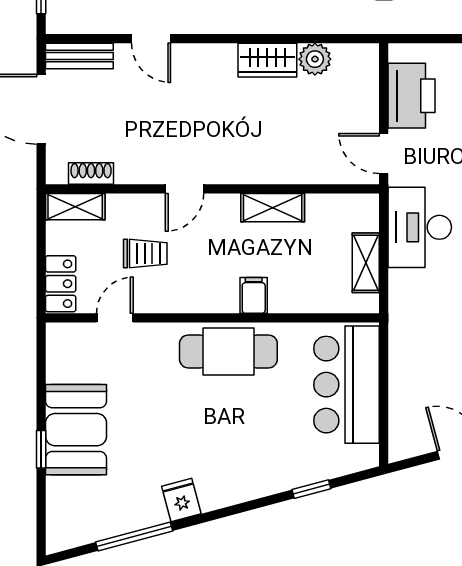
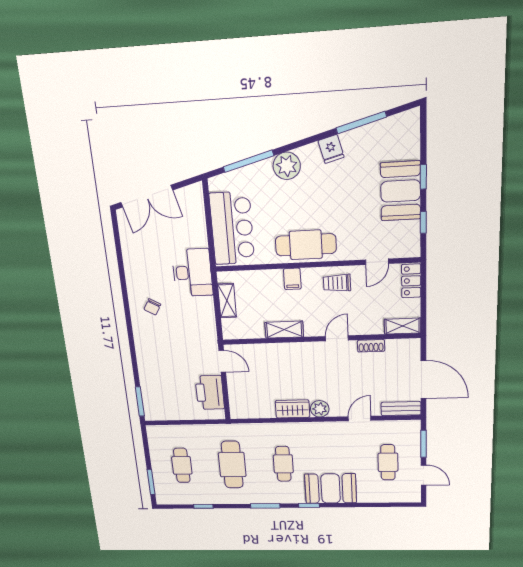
door: (151, 39) -> (360, 419), hinge flipped
plant: (315, 59) -> (320, 409), moved
shoe rack: (91, 173) -> (371, 346), moved
desk: (420, 227) -> (192, 273), moved
trolley: (145, 254) -> (337, 283), moved
window: (41, 378) -> (423, 222), added
plant: (252, 479) -> (287, 166), added
window: (311, 489) -> (248, 161), width x2.17

